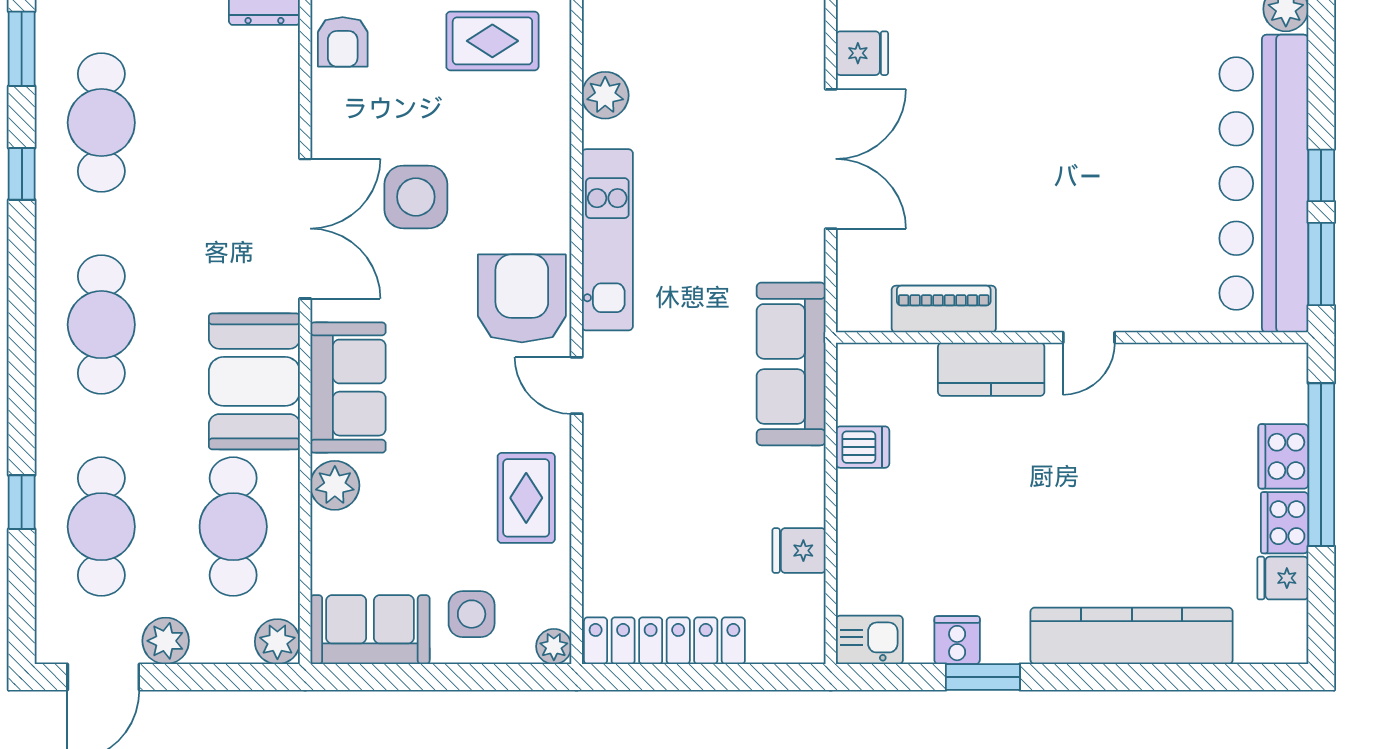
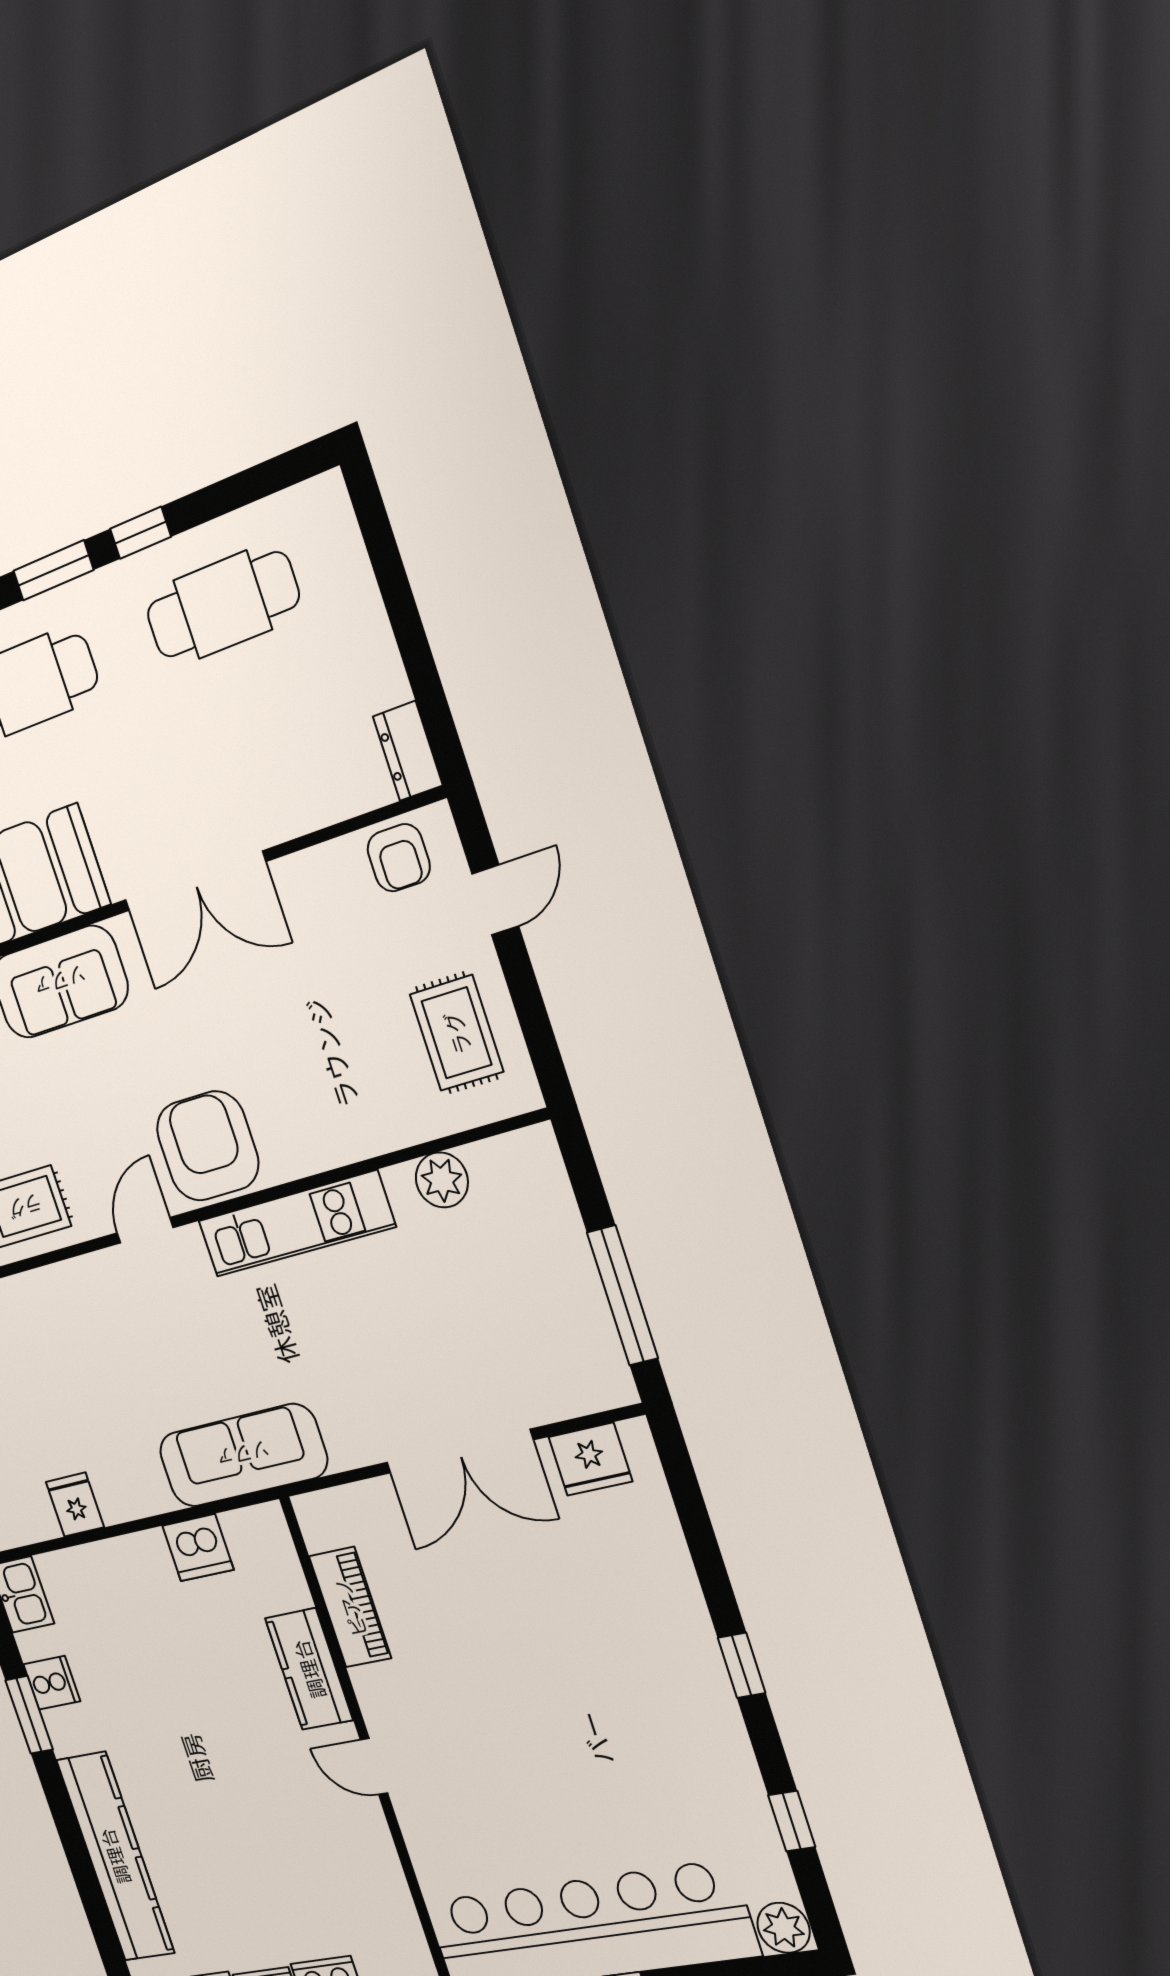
armchair: (343, 42) -> (399, 858), turned -90
window: (22, 49) -> (53, 570), moved
fridge: (862, 53) -> (590, 1459), width x1.38
side table: (416, 197) -> (267, 996), removed
armchair: (522, 298) -> (208, 1146), turned -90
dishwasher: (863, 447) -> (198, 1548), width x1.38

